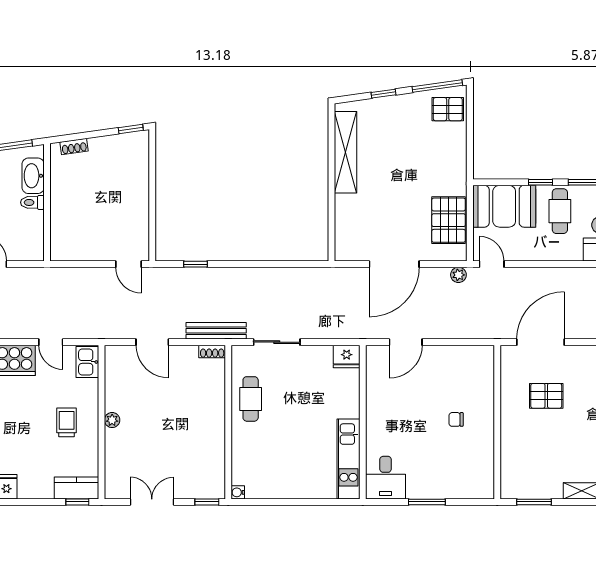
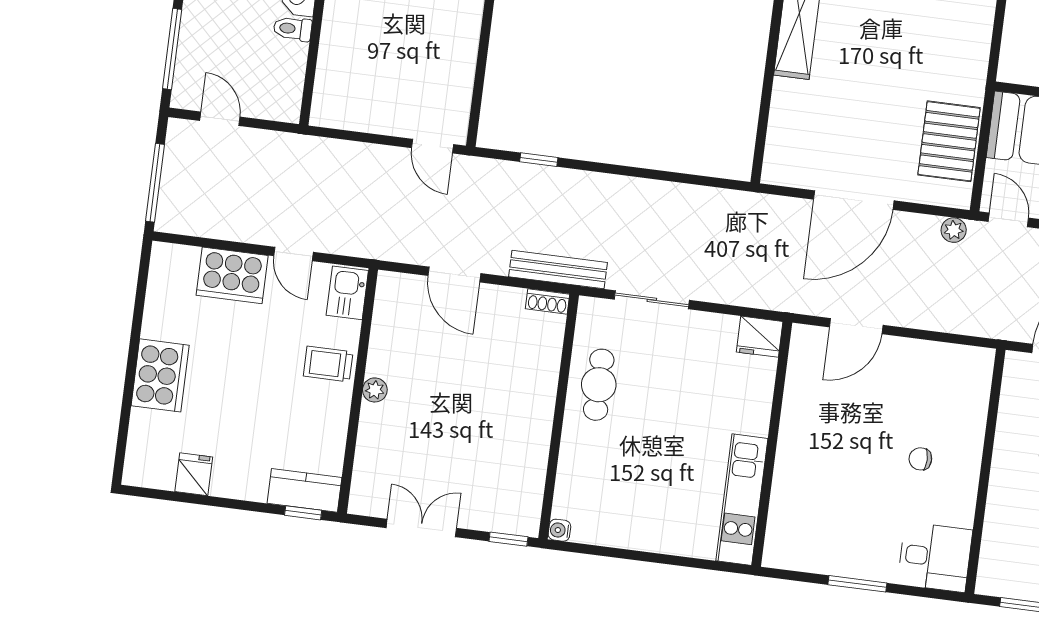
trolley: (67, 422) -> (328, 364), moved, turned -90
desk: (386, 478) -> (935, 557), moved, turned -90

